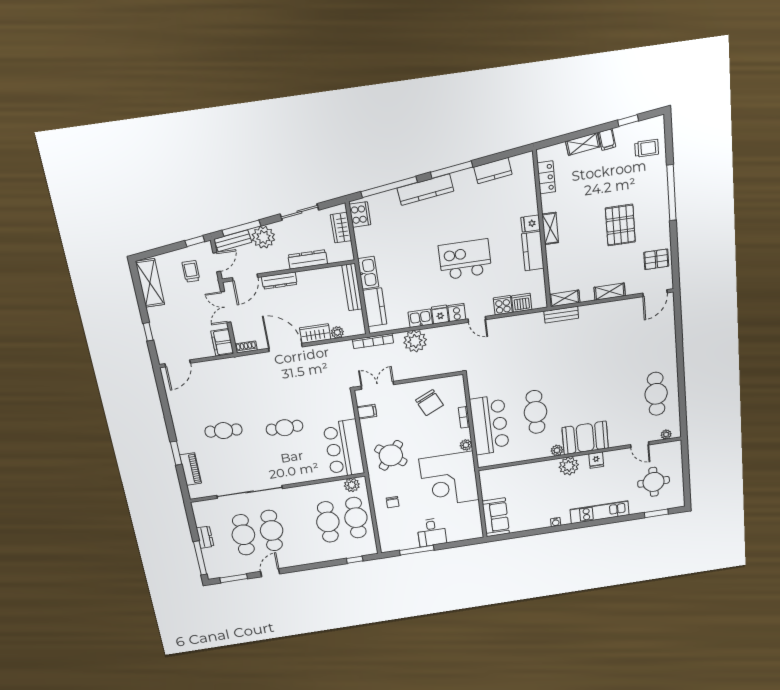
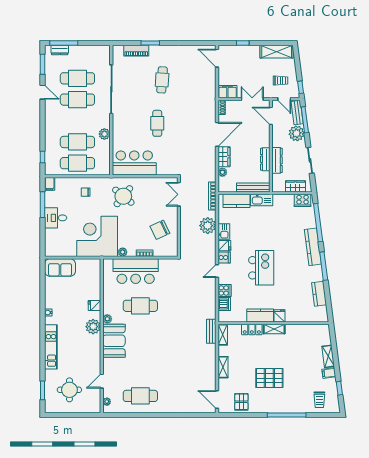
locker: (546, 177) -> (252, 330), moved
dresser: (279, 281) -> (265, 159), moved
double door: (377, 385) -> (179, 194), swing flipped
filing cabinet: (367, 412) -> (50, 184), moved
fridge: (596, 460) -> (95, 305), moved
plant: (352, 485) -> (104, 134), moved
dresser: (205, 537) -> (60, 50), moved

